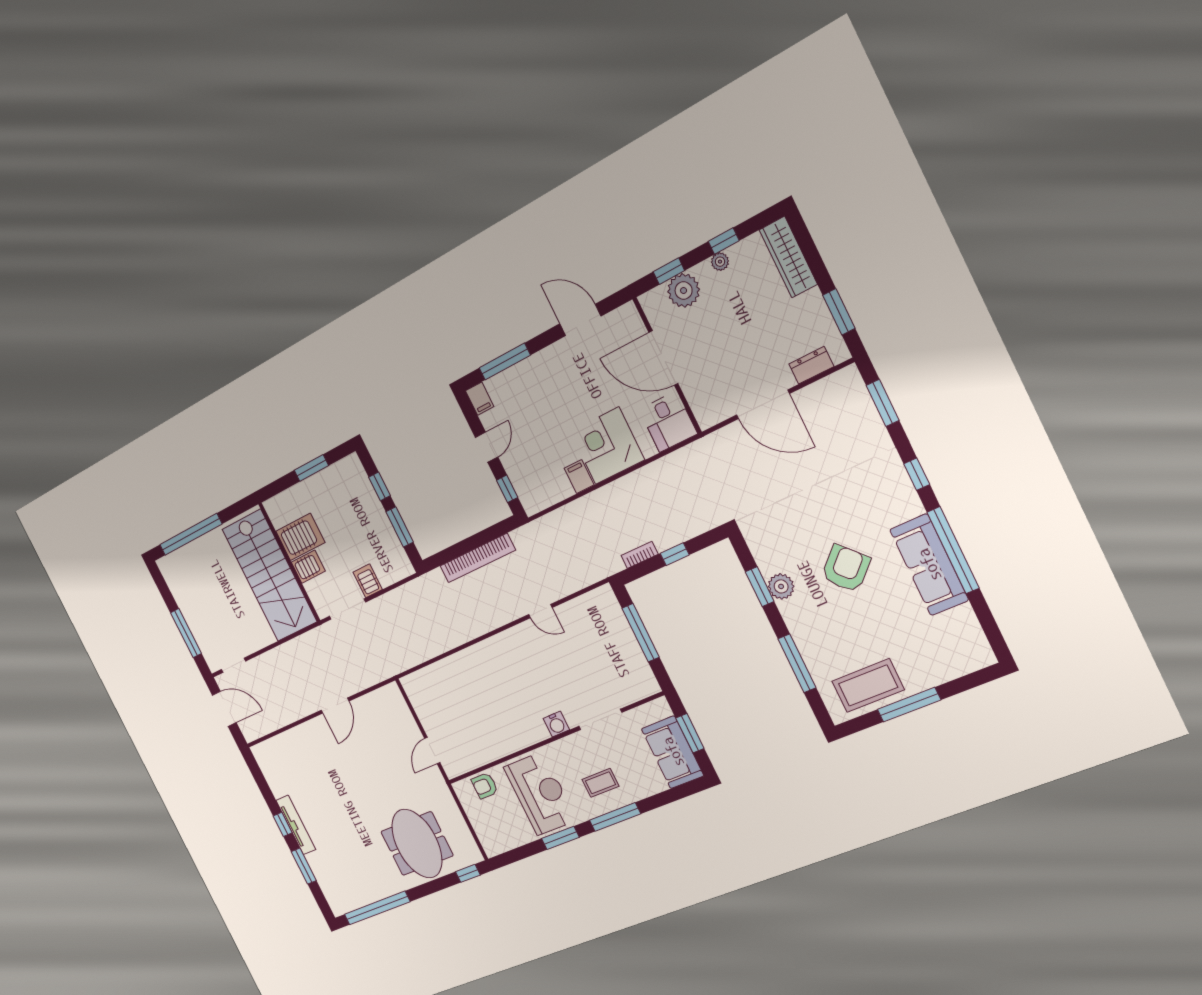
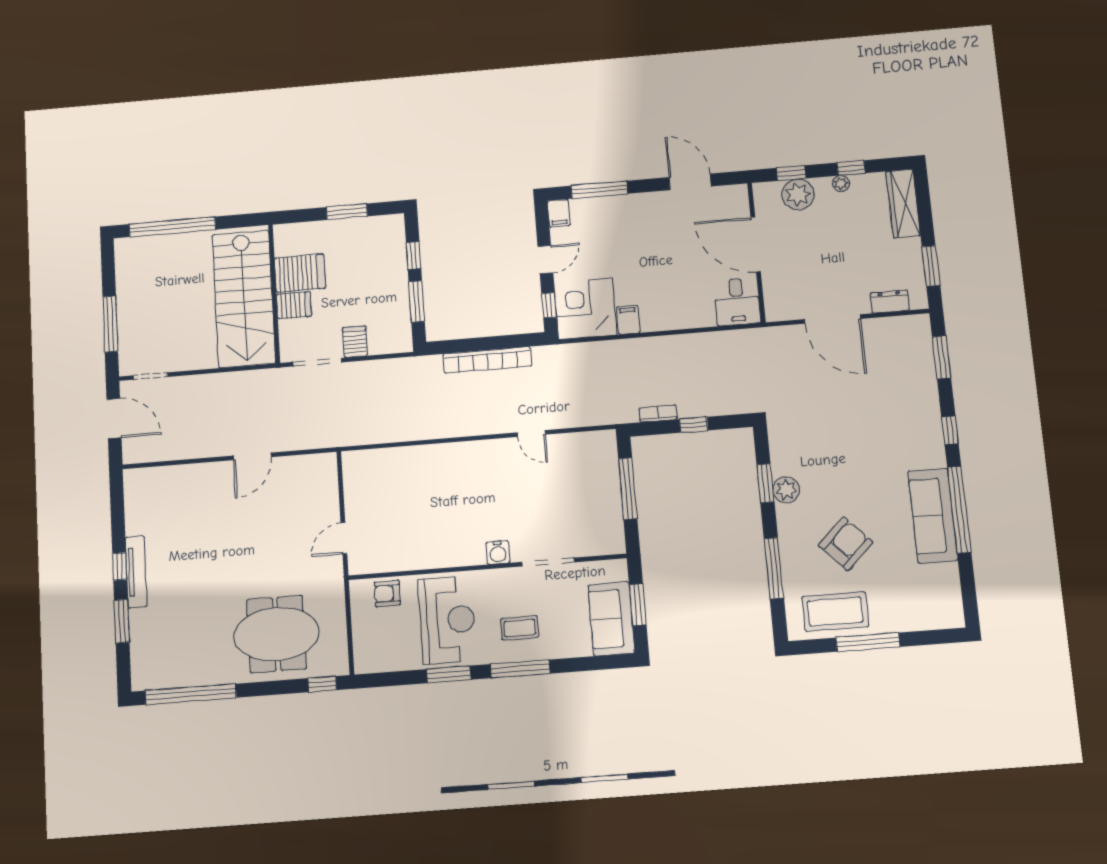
corner desk: (607, 446) -> (585, 309), moved
armchair: (846, 568) -> (846, 544), moved
meeting table: (417, 844) -> (276, 634), turned 90

